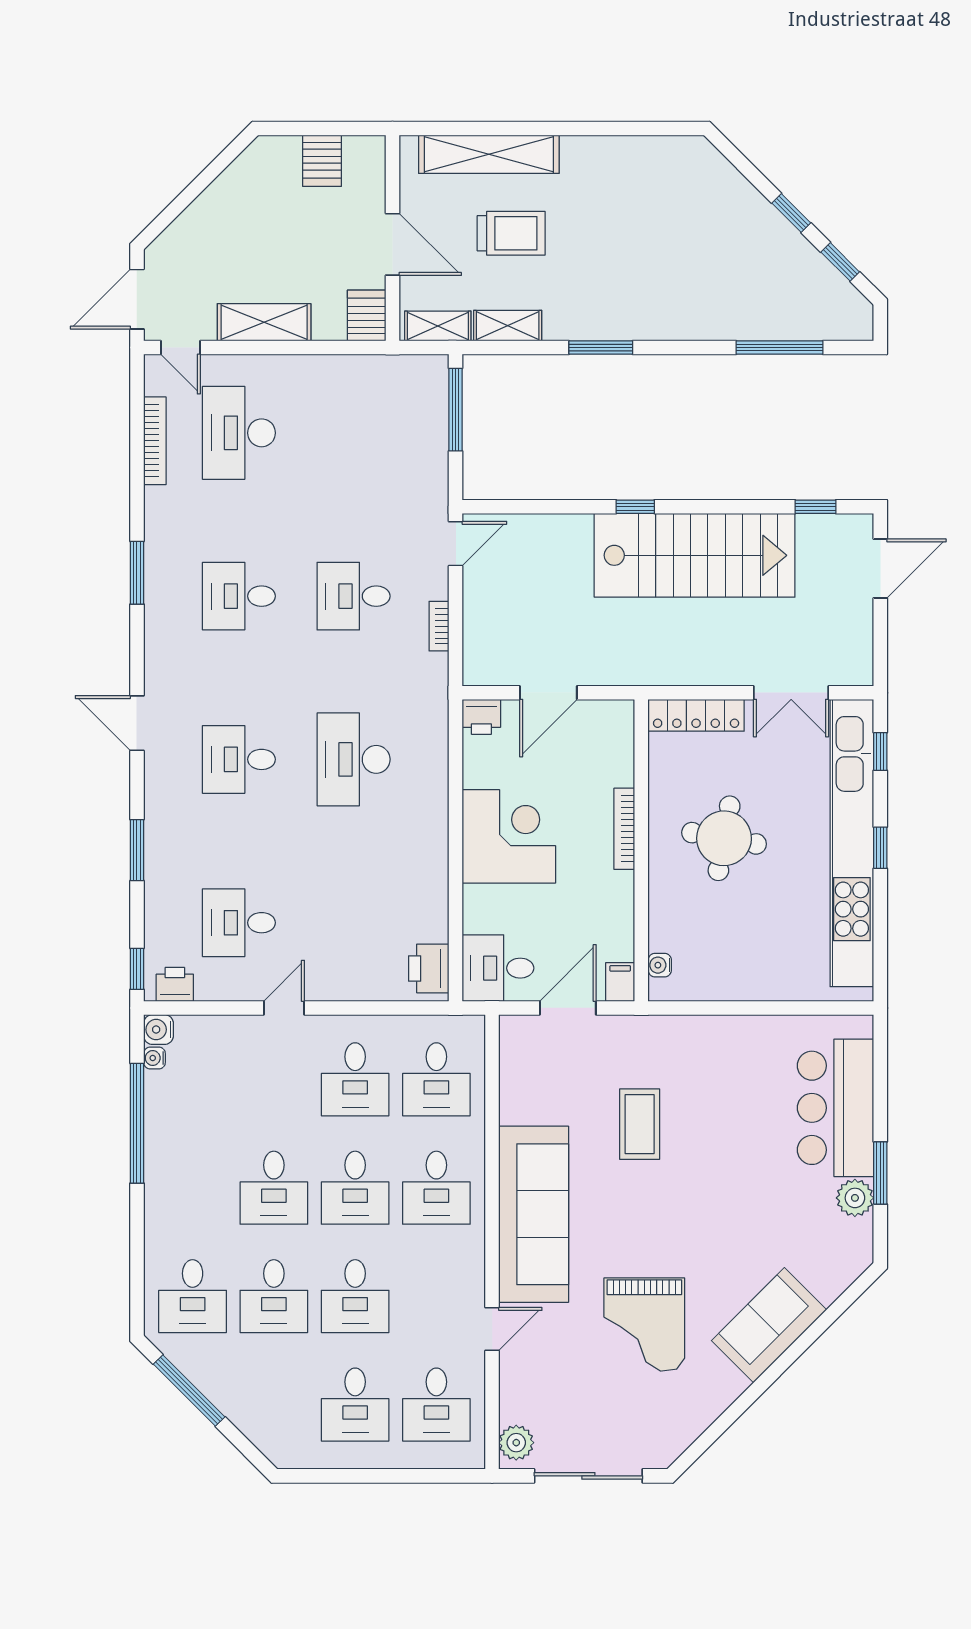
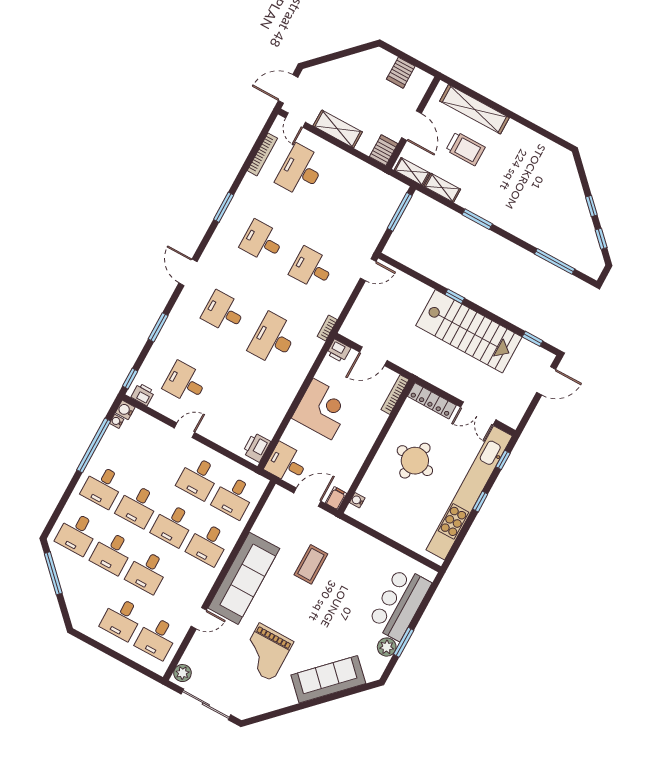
bookcase: (439, 626) -> (327, 328), moved
bookcase: (624, 829) -> (395, 395), moved
desk: (193, 1188) -> (103, 486), added
sofa: (769, 1325) -> (328, 679), width x1.36

